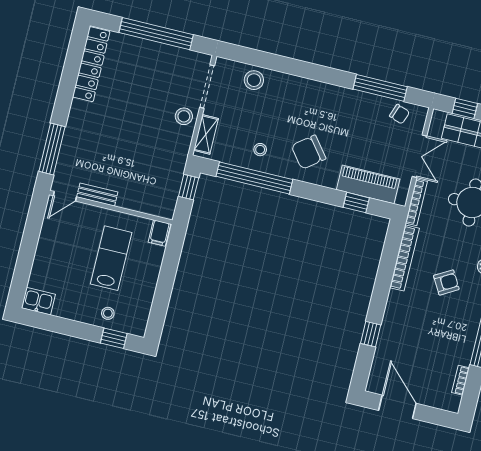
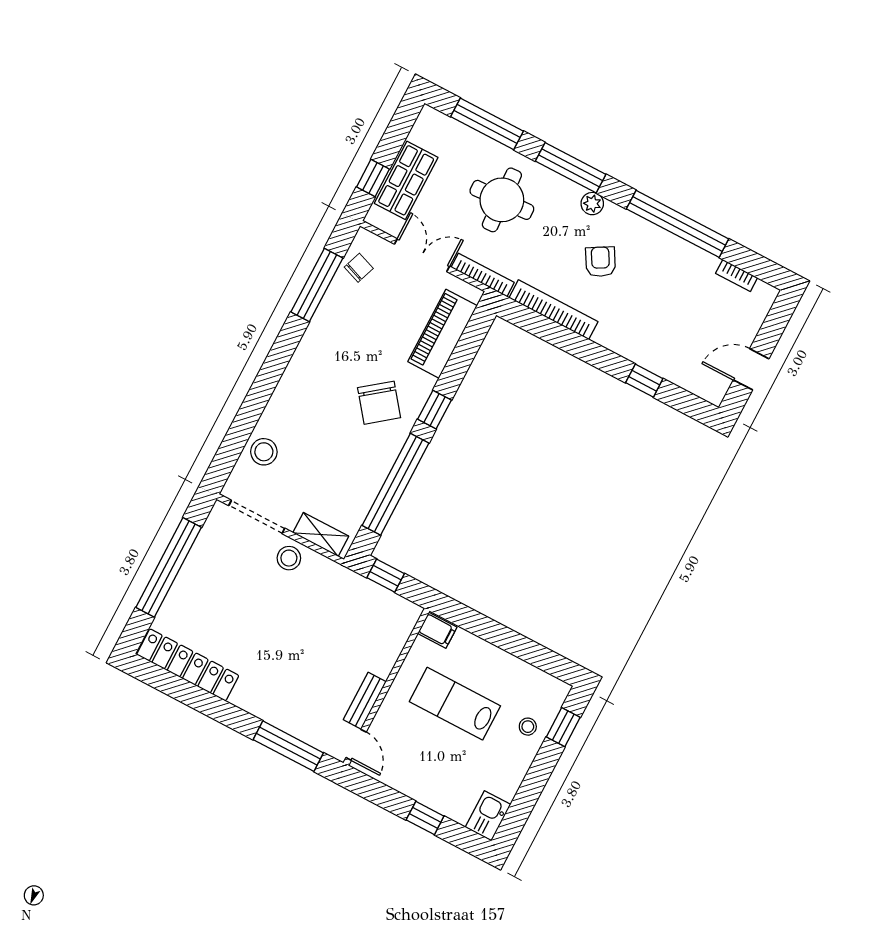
stool: (260, 150) -> (359, 467), removed
window: (356, 203) -> (435, 410), moved
window: (26, 257) -> (425, 818), added
door: (397, 407) -> (751, 369), width x0.73

